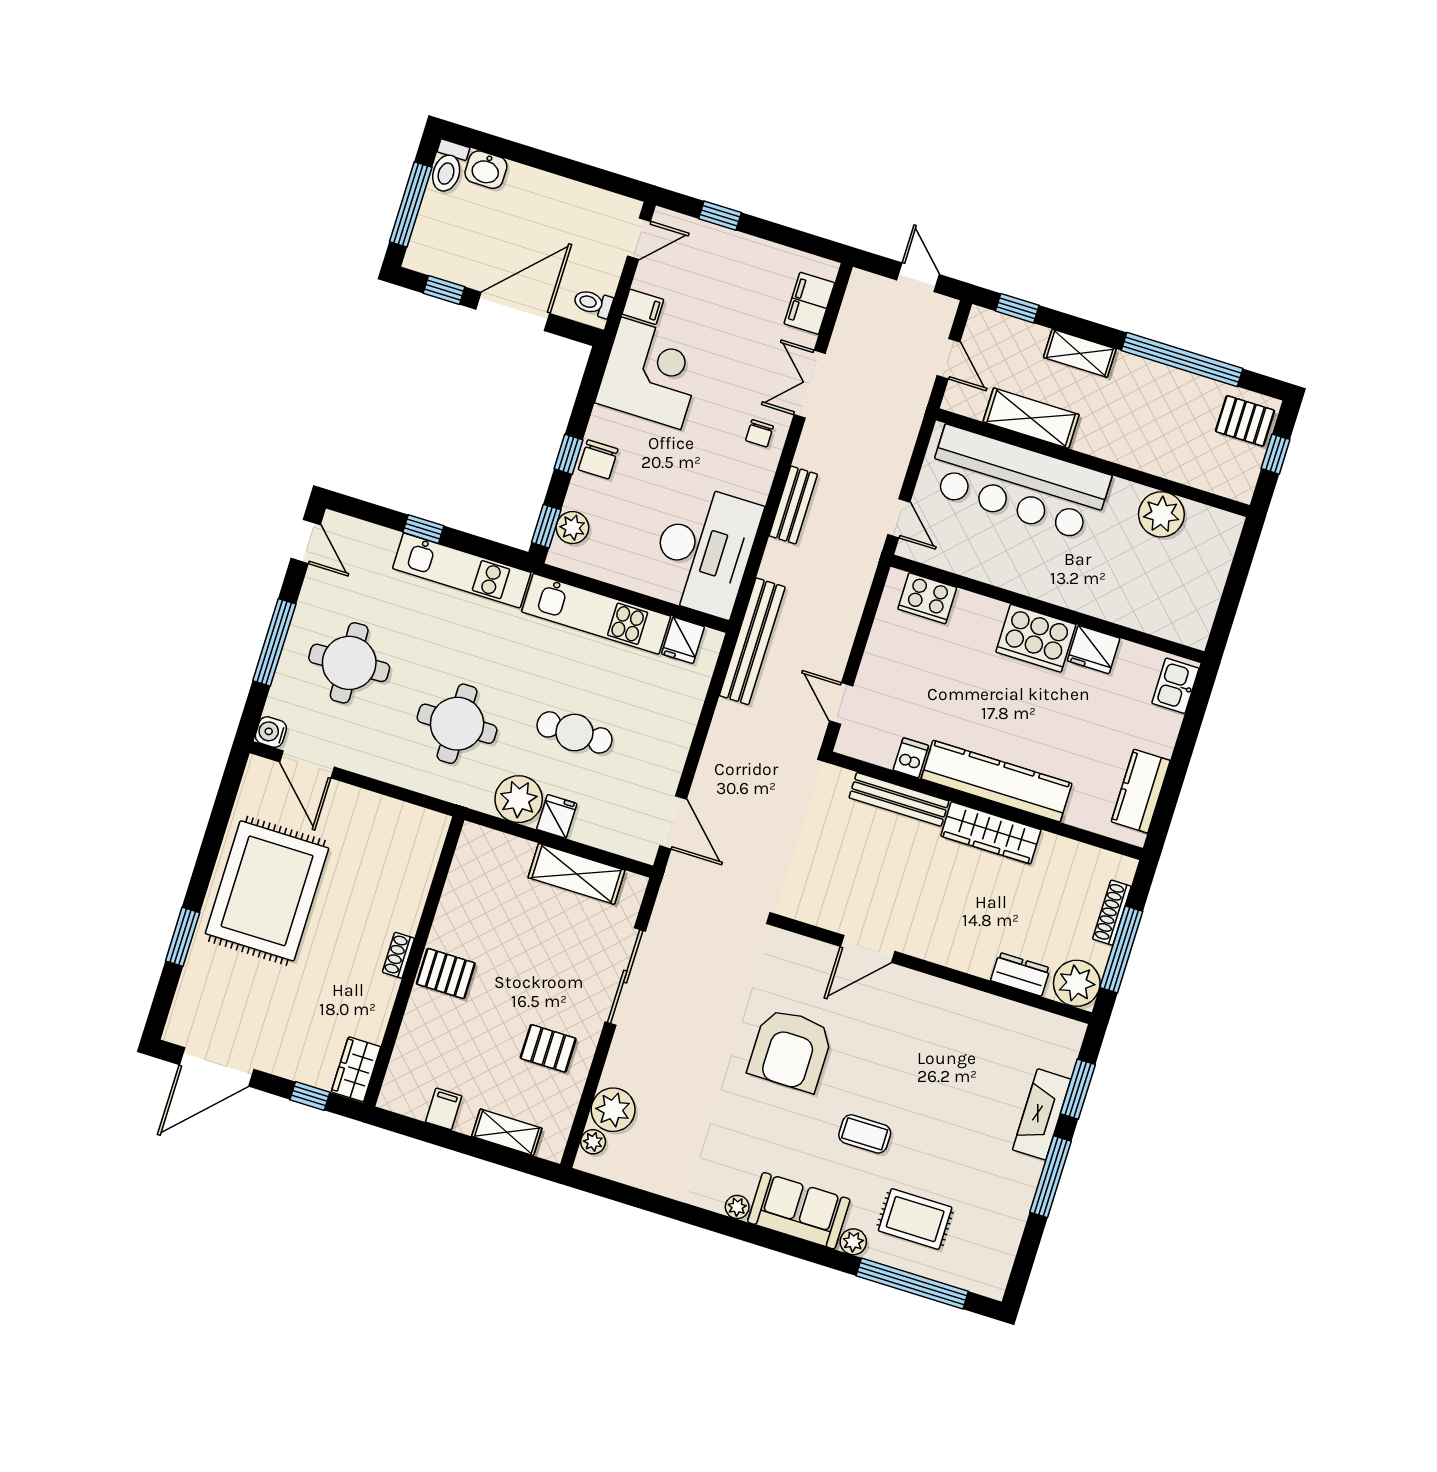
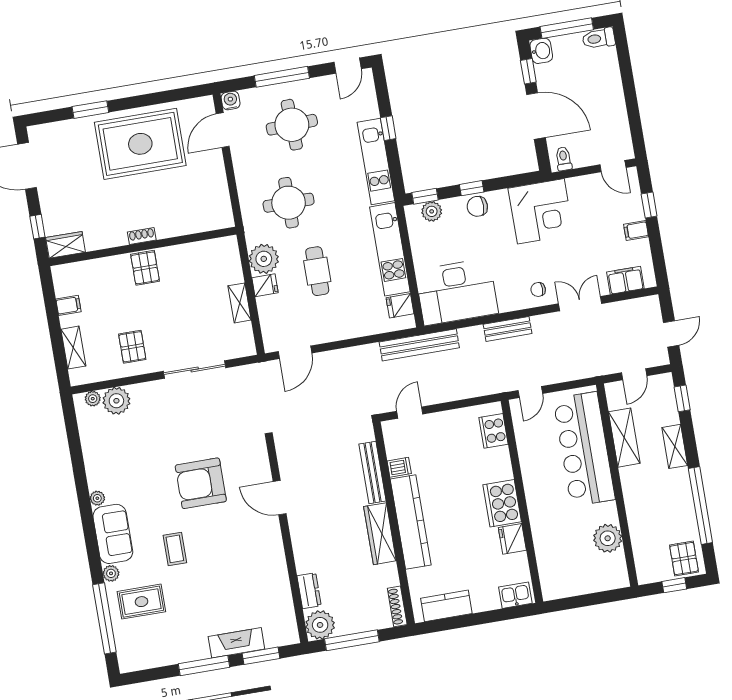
washbasin: (486, 170) -> (541, 51), moved, turned 180
filing cabinet: (643, 307) -> (636, 230), moved, turned 90
shelving: (576, 874) -> (240, 303), width x0.67, depth x0.75
shoe rack: (1112, 913) -> (397, 606), moved, turned -90
rug: (915, 1219) -> (141, 602), turned 90

